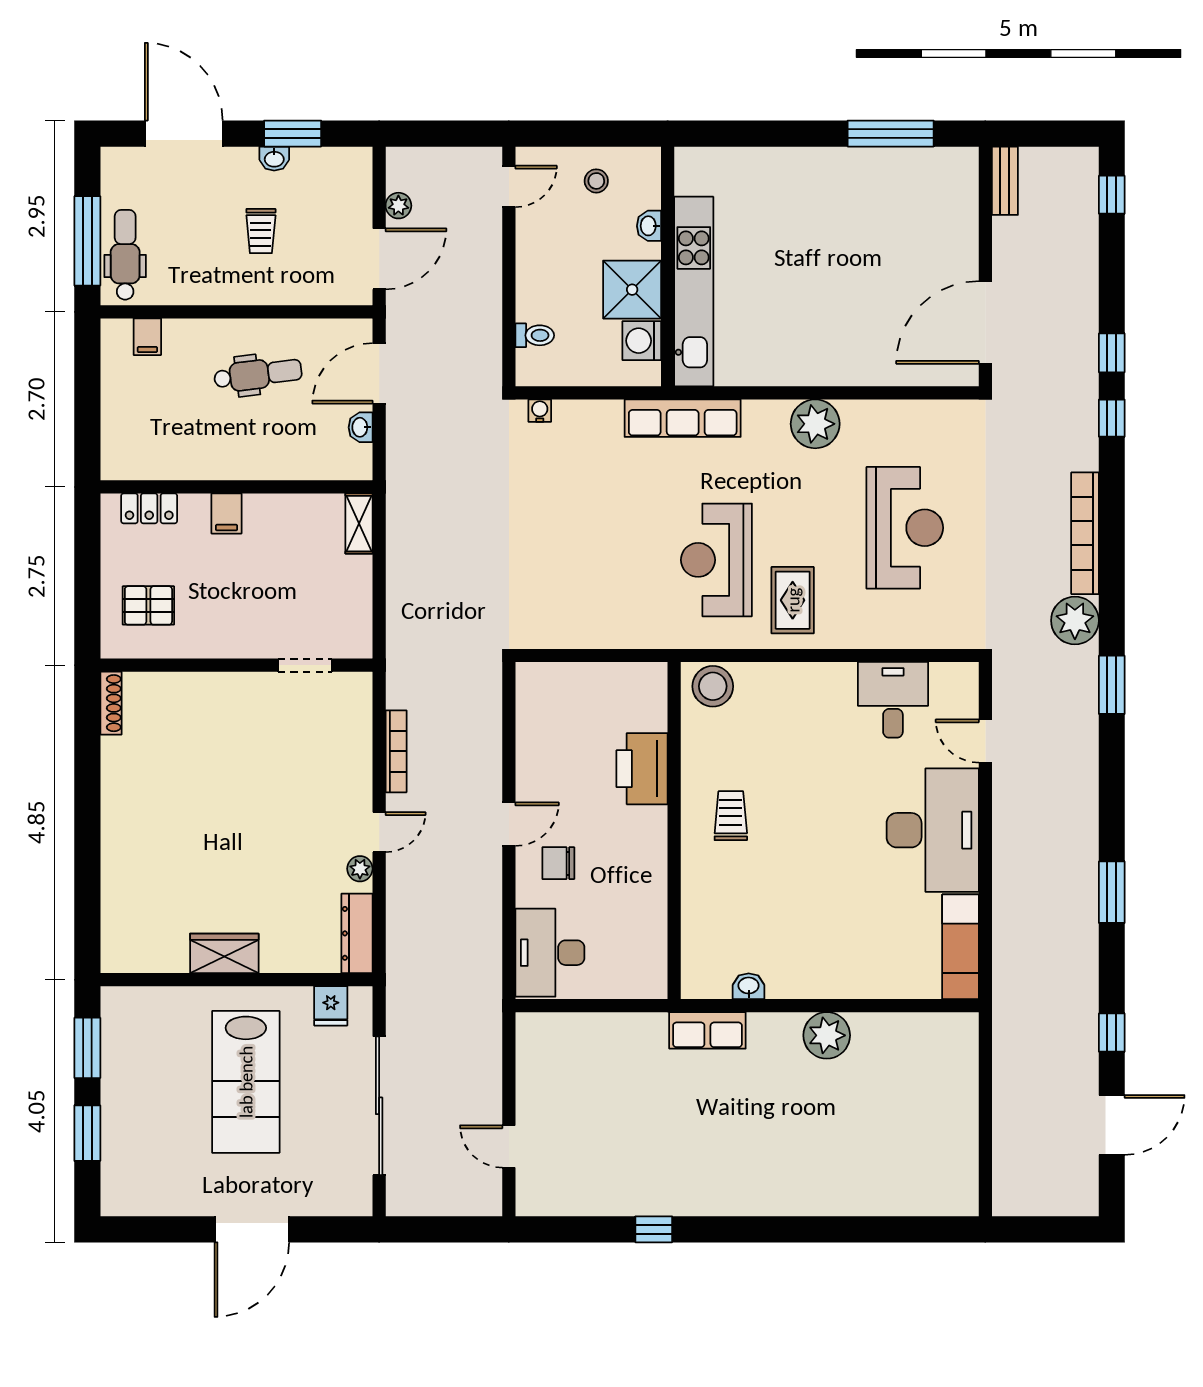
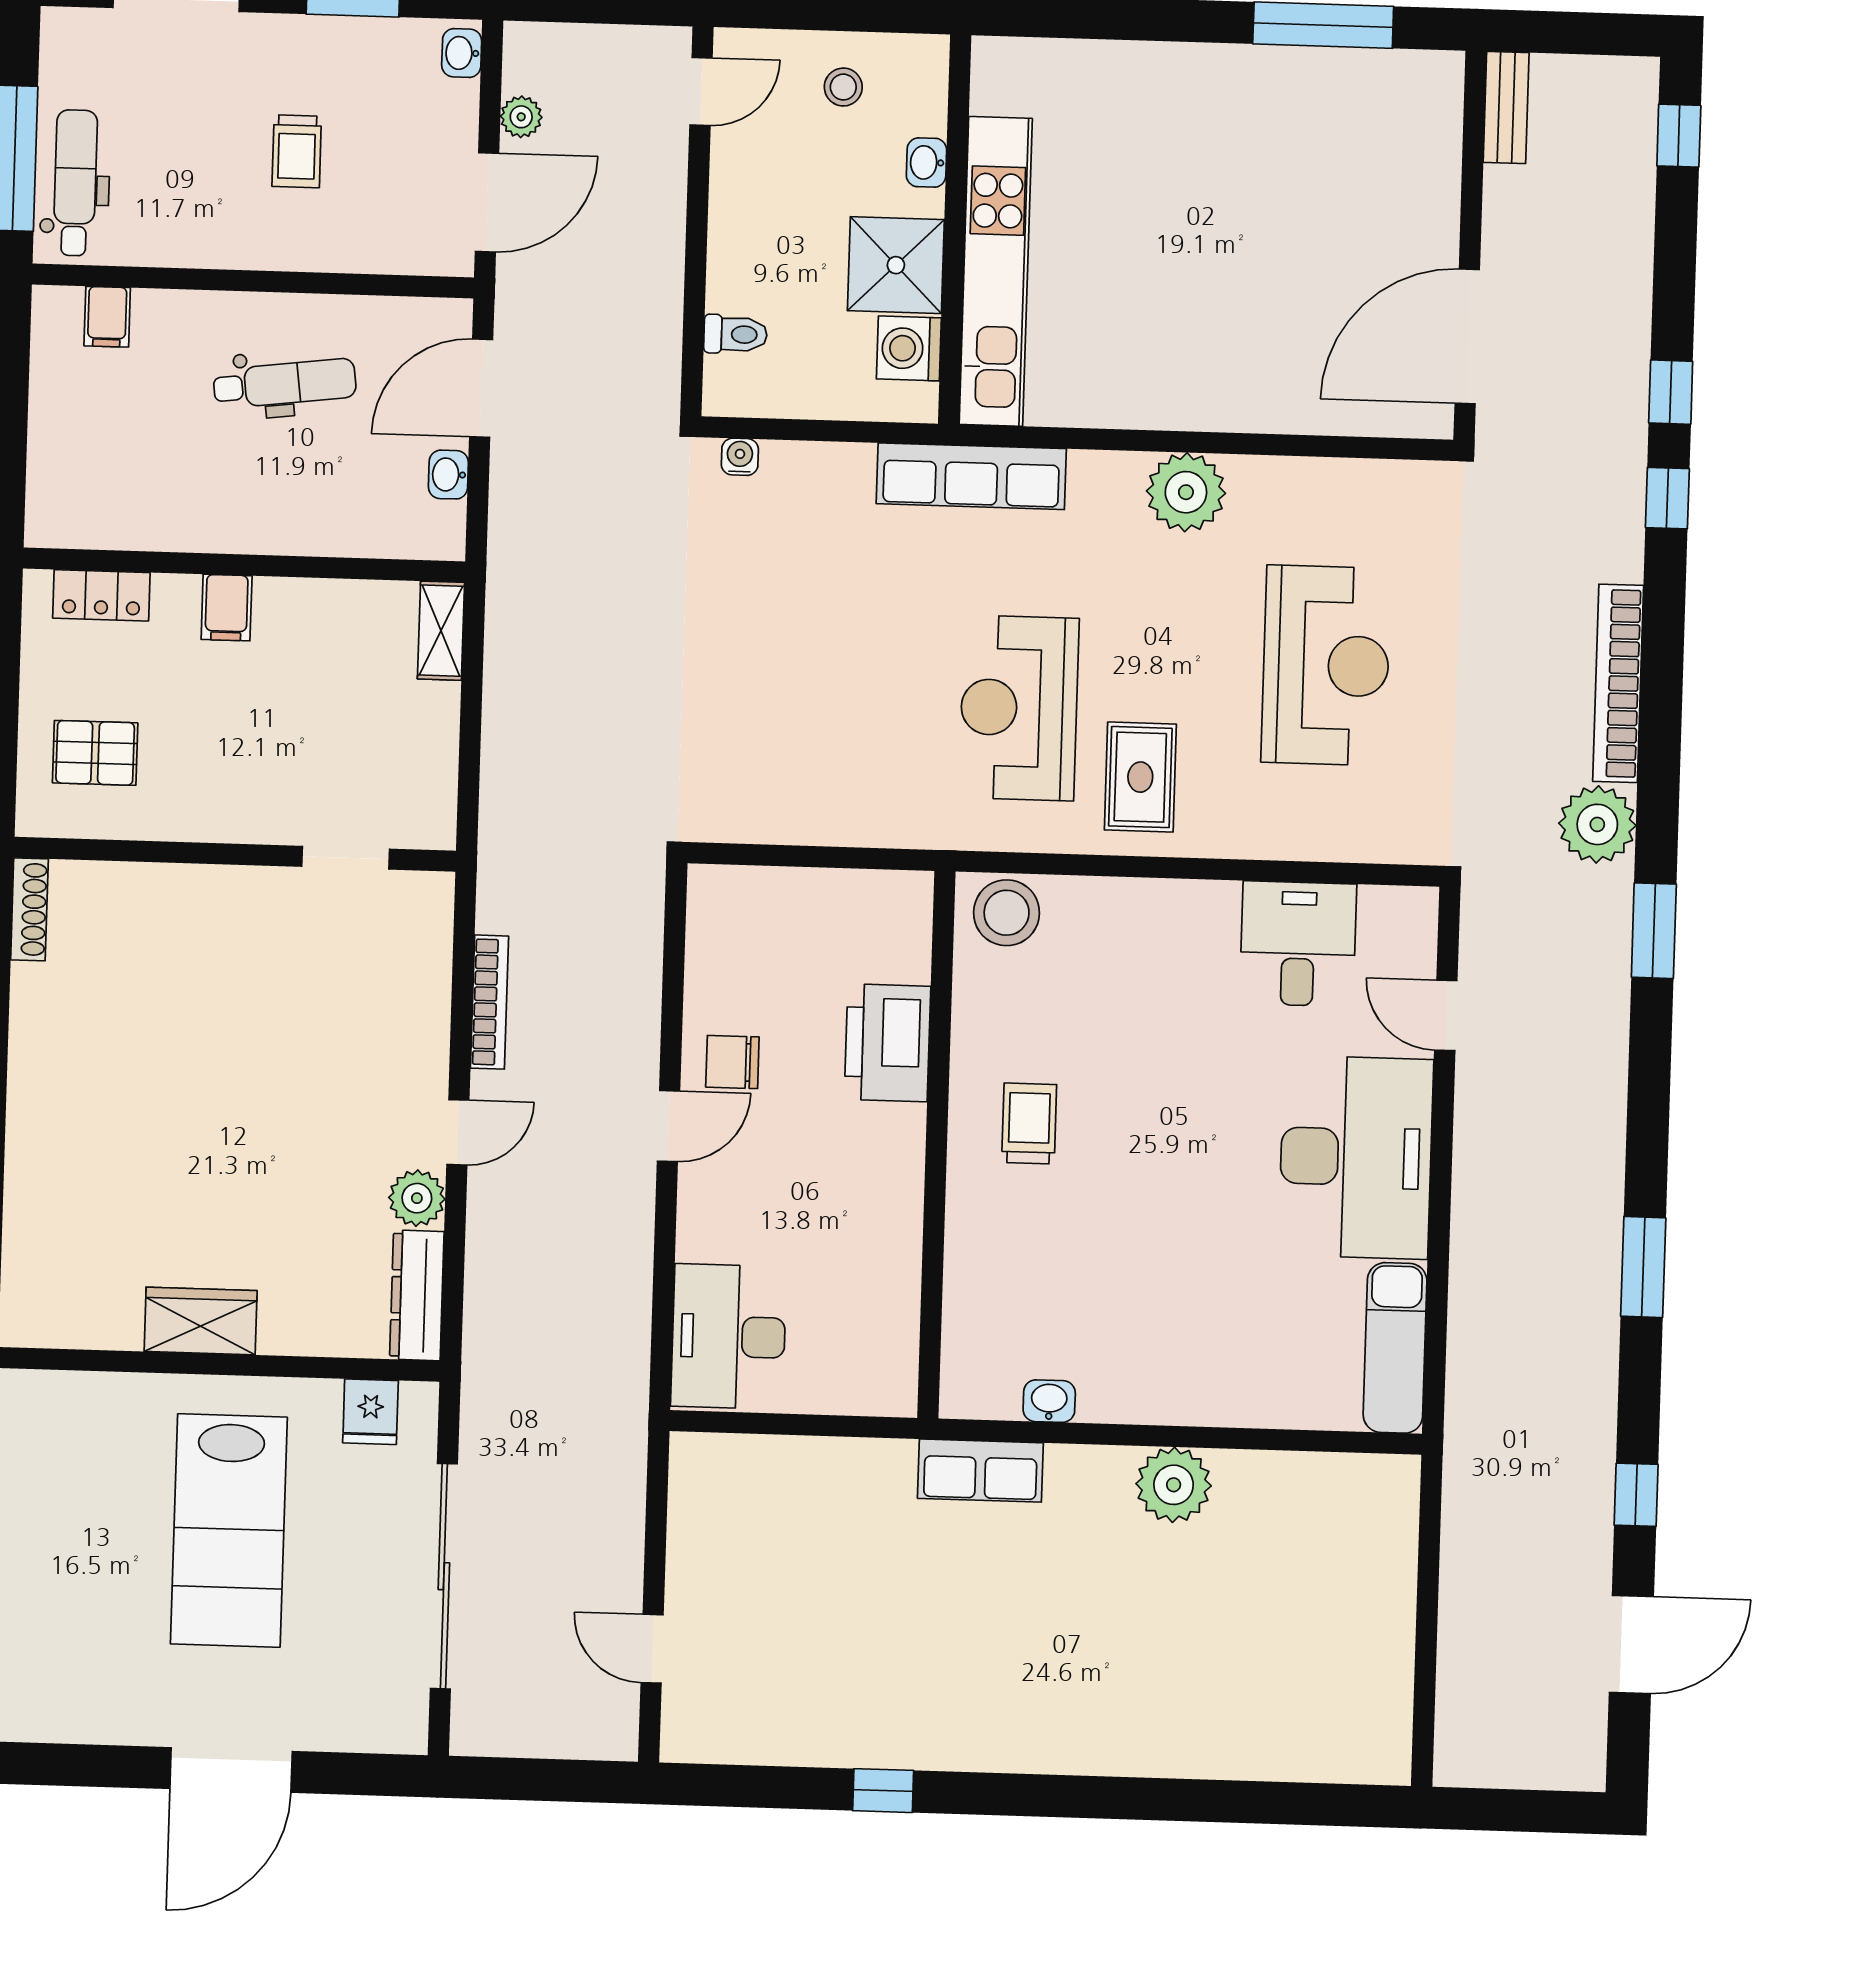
washbasin: (274, 159) -> (462, 53), moved, turned 90
chair: (558, 863) -> (732, 1062), moved
plant: (360, 869) -> (417, 1198), width x1.38, depth x1.38

